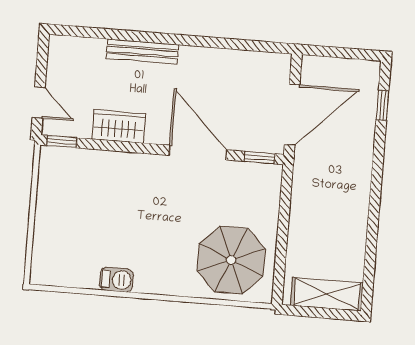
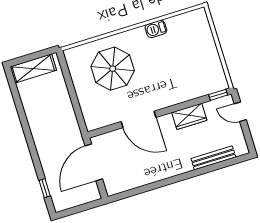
bench: (142, 52) -> (213, 158), moved
window: (260, 158) -> (102, 131), removed
parasol: (231, 260) -> (113, 69), moved

